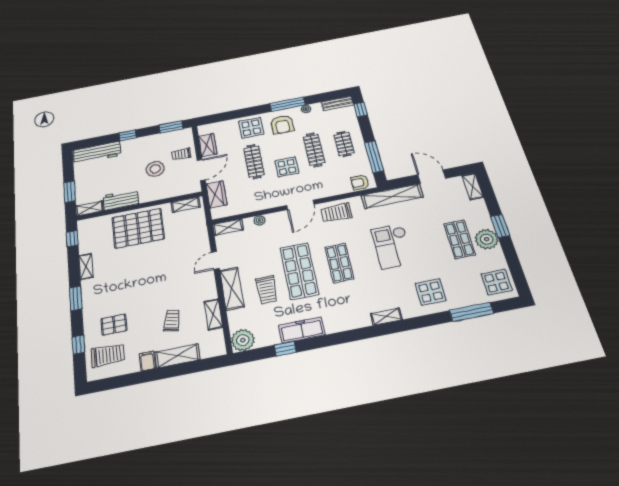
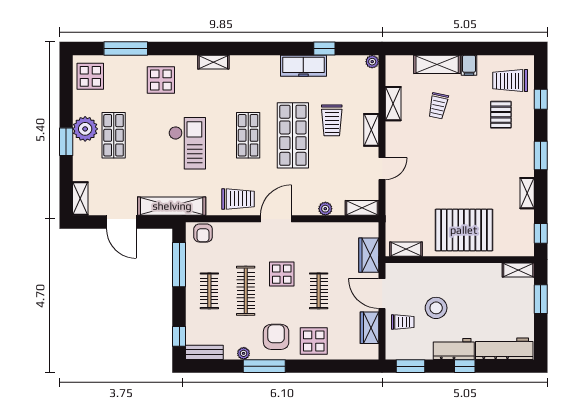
clothes rail: (254, 162) -> (319, 291), width x0.73
door: (201, 170) -> (382, 294), hinge flipped
armchair: (360, 182) -> (203, 233), turned 90
workbench: (121, 200) -> (454, 349), moved, turned 180
shelving: (232, 289) -> (371, 130), width x0.67, depth x0.75
trolley: (267, 290) -> (332, 120), turned 180
pallet: (114, 325) -> (501, 115), turned 90
plant: (243, 340) -> (372, 62), width x0.53, depth x0.53

